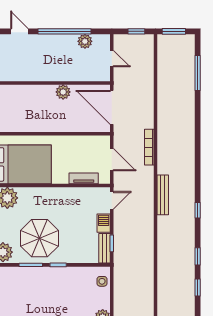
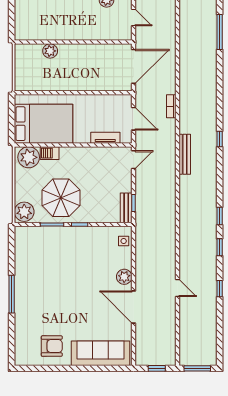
plant: (63, 92) -> (50, 51), moved
door: (112, 107) -> (134, 66), swing flipped
bookcase: (149, 147) -> (171, 106), width x0.64
window: (198, 210) -> (220, 139), moved
barbecue: (104, 223) -> (50, 153), moved, turned -90

